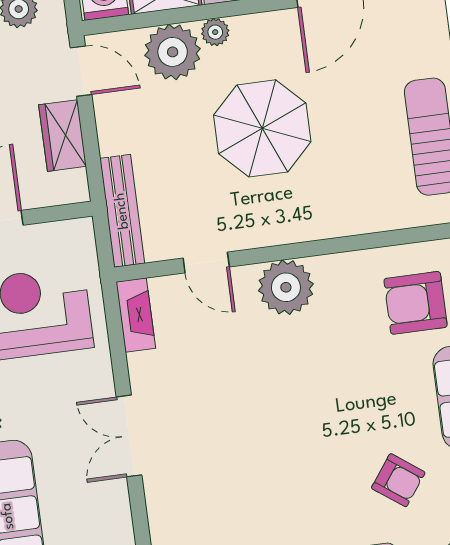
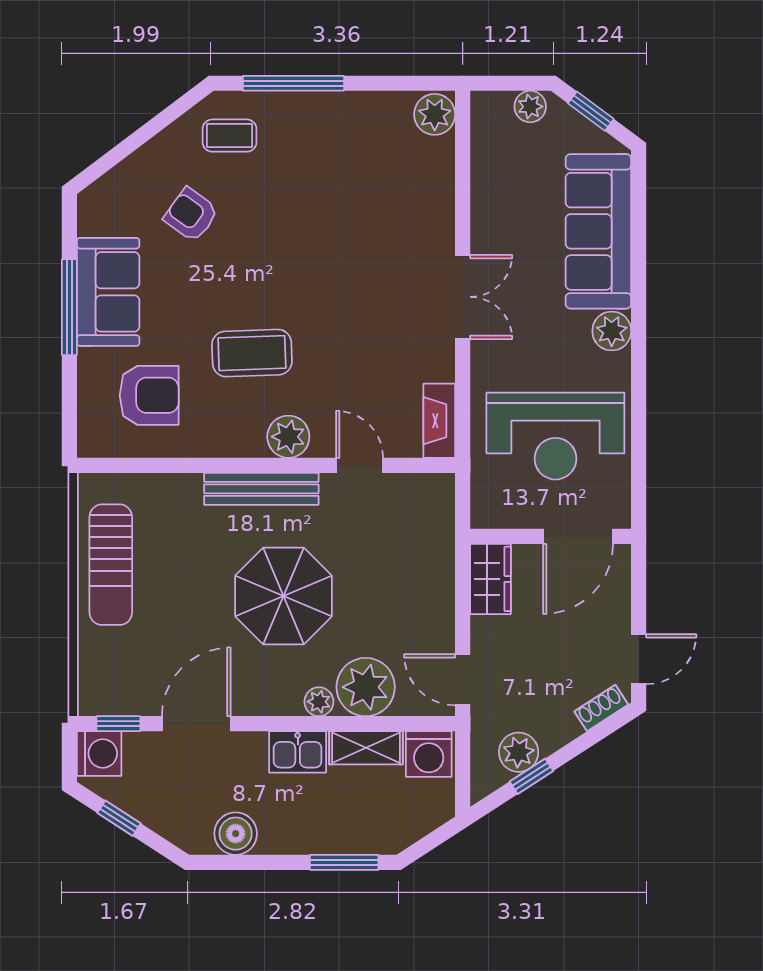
wardrobe: (63, 136) -> (490, 579), moved
bench: (122, 211) -> (261, 489), moved, turned 90
plant: (286, 287) -> (288, 437), width x0.73, depth x0.73
coffee table: (323, 356) -> (252, 353), added

